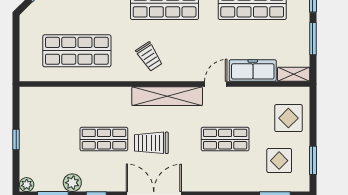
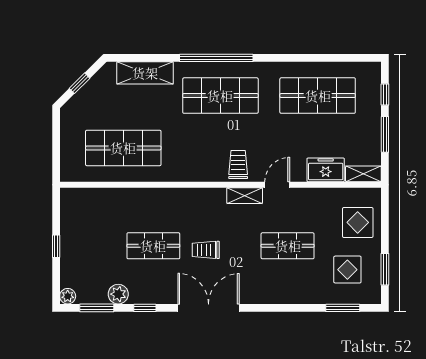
trolley: (149, 57) -> (238, 165), moved, turned -147
freezer: (253, 71) -> (326, 170), width x0.71
shelving: (167, 96) -> (245, 196), width x0.45, depth x0.75
trolley: (151, 143) -> (206, 250), width x0.73, depth x0.72

